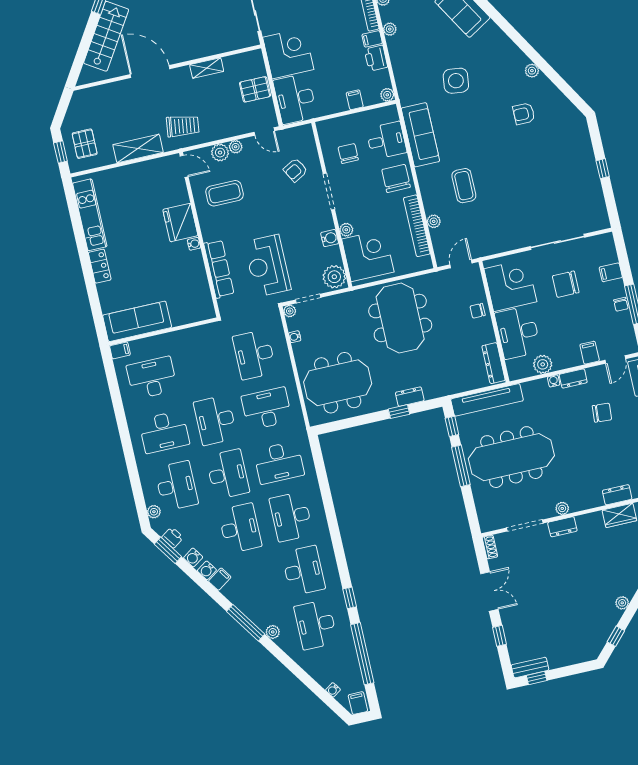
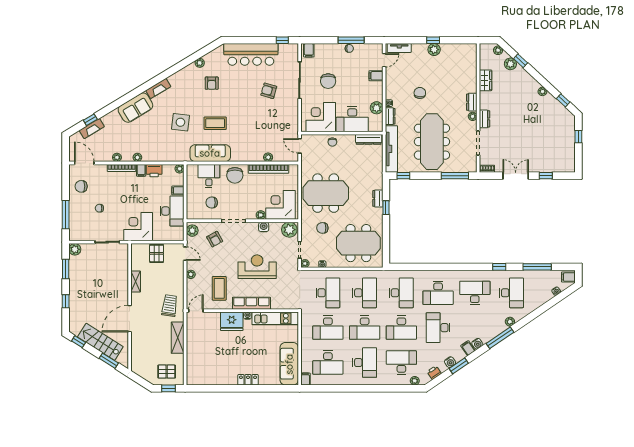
fireplace: (498, 37) -> (158, 88), added
window: (81, 55) -> (109, 361), added
plant: (532, 71) -> (200, 63), moved
desk: (295, 99) -> (172, 211), moved, turned -90
door: (264, 132) -> (185, 254), hinge flipped
plant: (220, 153) -> (192, 231), moved
bar counter: (579, 162) -> (251, 54), added
window: (603, 169) -> (282, 40), moved
chair: (396, 178) -> (235, 175), turned -90
coffee table: (464, 186) -> (215, 123), moved
armchair: (532, 200) -> (269, 91), added
kitchen unit: (90, 215) -> (275, 318), moved, turned 180
reception desk: (267, 266) -> (257, 267), moved, turned 180
row of seats: (219, 269) -> (251, 303), moved
filing cabinet: (611, 272) -> (309, 50), moved
chair: (348, 325) -> (322, 228), added
desk: (254, 355) -> (328, 293), turned -90
door: (615, 359) -> (384, 60), hinge flipped
desk: (203, 366) -> (328, 328), added
desk: (152, 378) -> (328, 363), turned -90
dresser: (573, 378) -> (390, 116), moved
meeting table: (338, 383) -> (358, 243), turned 90
desk: (267, 409) -> (365, 293), turned 180
chair: (602, 413) -> (420, 93), moved
window: (461, 466) -> (455, 176), moved
desk: (228, 474) -> (401, 328), turned 180
dresser: (617, 495) -> (472, 102), moved
desk: (240, 528) -> (438, 328), turned -90
window: (168, 550) -> (459, 366), moved
water cooler: (207, 570) -> (477, 344), moved
desk: (316, 625) -> (512, 293), turned -90
window: (362, 654) -> (537, 267), width x0.68
bench: (530, 668) -> (571, 161), removed
window: (537, 678) -> (578, 137), moved

